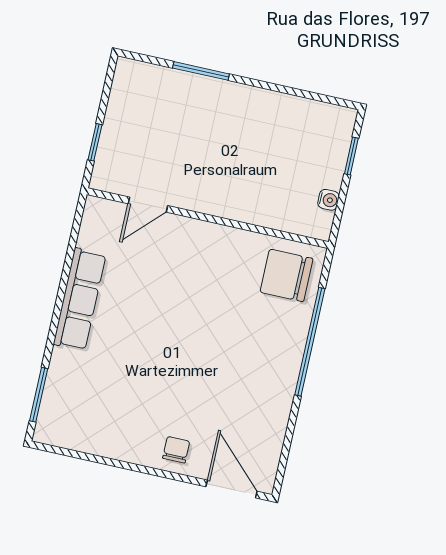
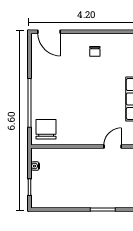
chair: (287, 275) -> (46, 129), turned -90
chair: (176, 450) -> (95, 51), moved

